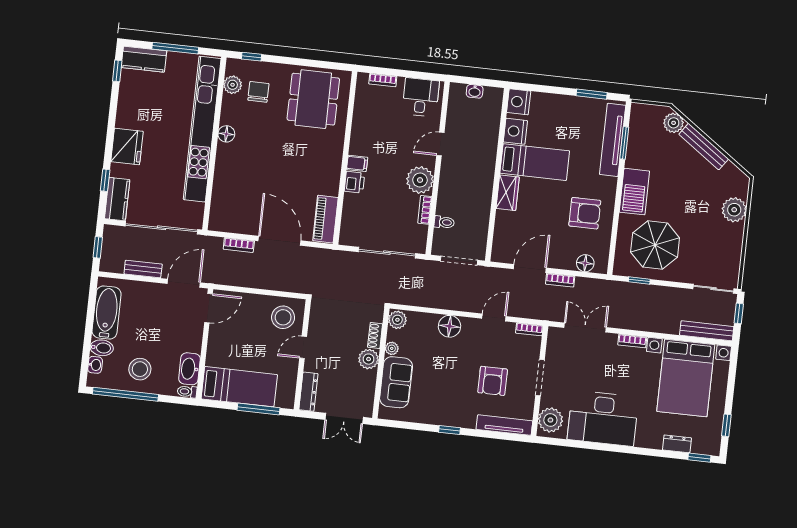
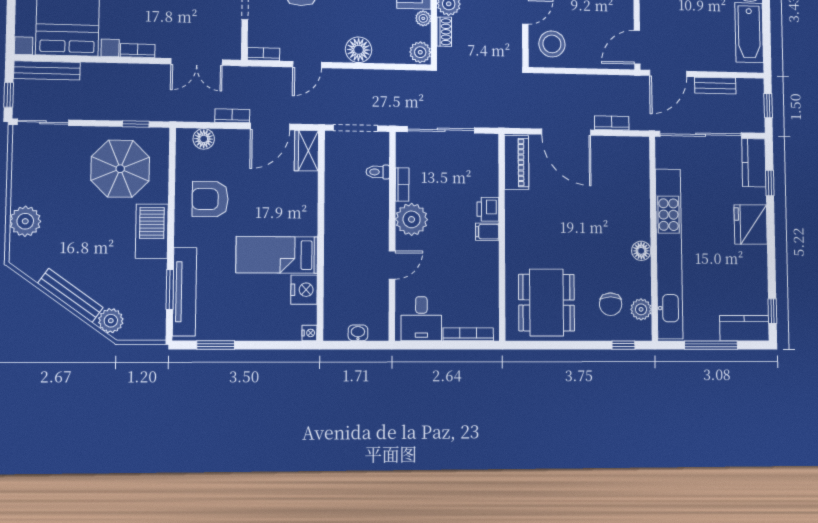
bookcase: (383, 80) -> (468, 334), width x1.56
nightstand: (519, 102) -> (309, 333), width x0.53, depth x0.56
wardrobe: (508, 193) -> (306, 151), moved

